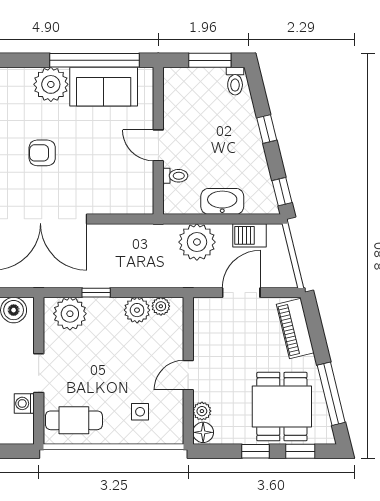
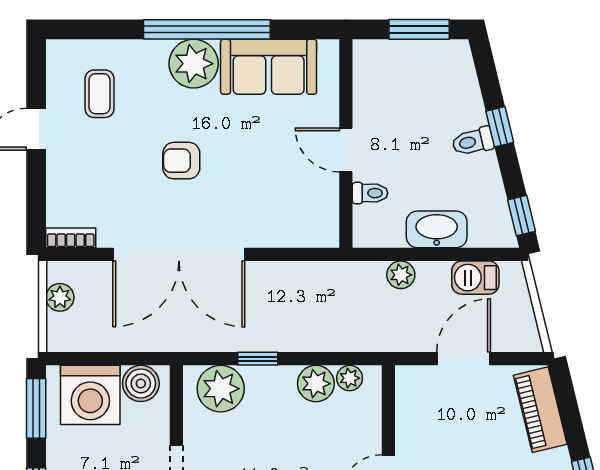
window: (94, 60) -> (207, 29), moved
toilet: (235, 81) -> (473, 141), moved, turned 76
plant: (197, 242) -> (401, 275), width x0.53, depth x0.53

